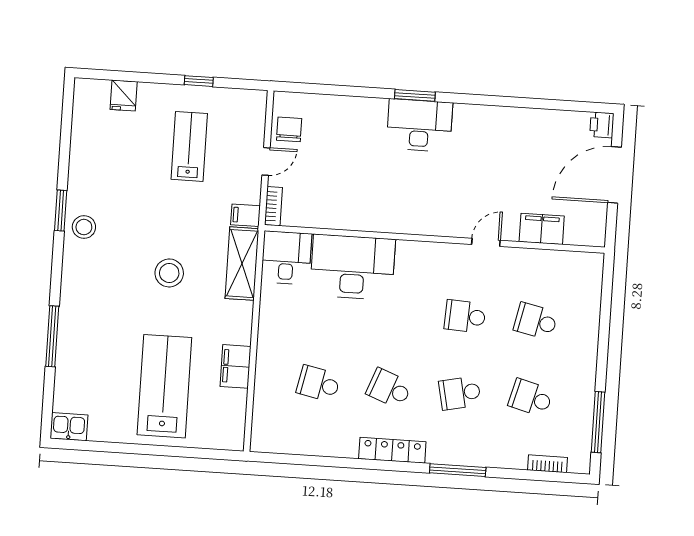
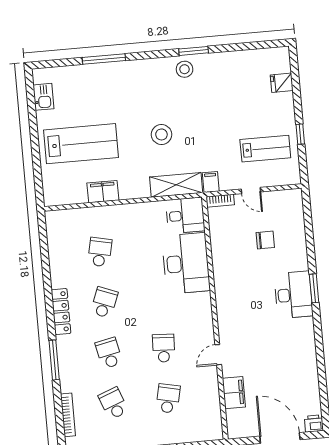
chair: (289, 129) -> (265, 240), moved
lab bench: (189, 146) -> (265, 149), moved
door: (486, 242) -> (218, 355), swing flipped
school desk: (531, 398) -> (113, 403), turned -36
kitchen sink: (69, 427) -> (43, 97), moved
bookcase: (547, 464) -> (68, 415), width x1.56

